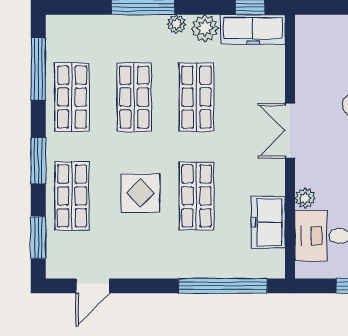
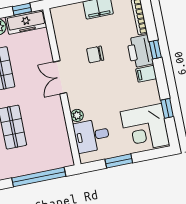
freezer: (268, 222) -> (58, 134), removed

